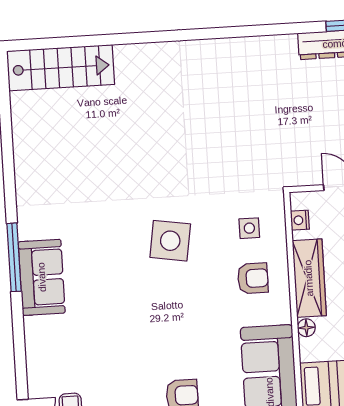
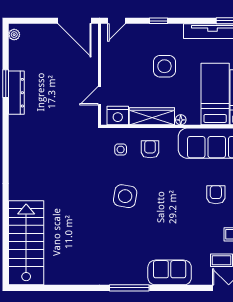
stairs: (61, 68) -> (26, 243), width x1.36, depth x1.51
nightstand: (300, 220) -> (118, 116), width x1.89, depth x1.79
sofa: (42, 277) -> (170, 272), moved

